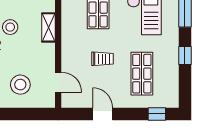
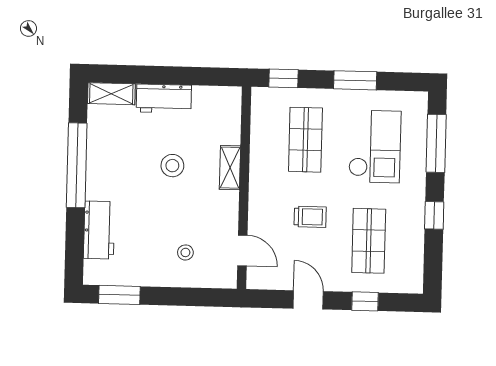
stool: (20, 85) -> (185, 252), width x0.53, depth x0.53
window: (157, 114) -> (365, 301), moved

